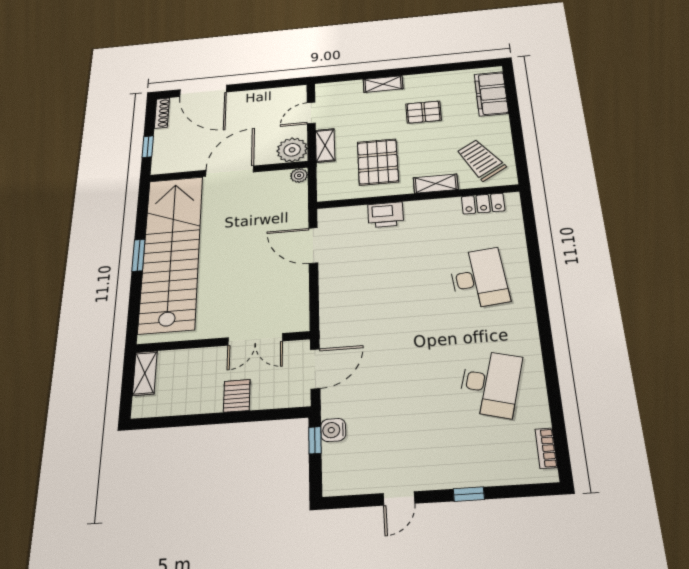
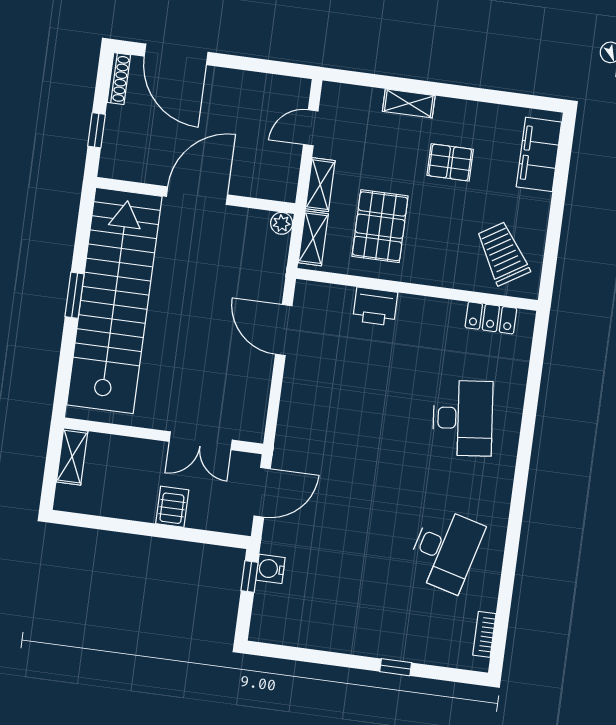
plant: (292, 150) -> (278, 181), removed
shelving: (436, 184) -> (313, 238), moved, turned 90
door: (399, 498) -> (325, 658), removed

